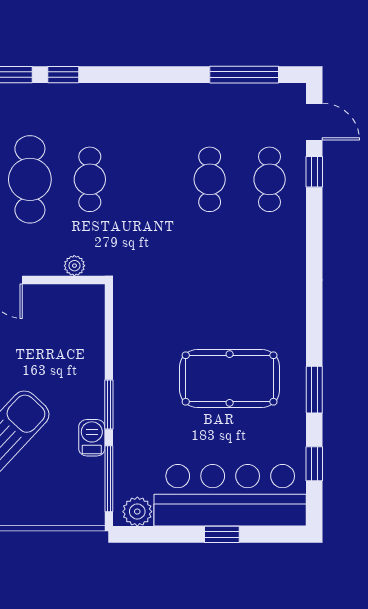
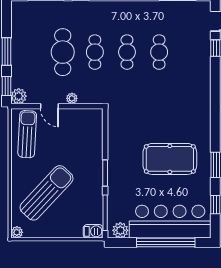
cafe table: (270, 179) -> (127, 52), moved
plant: (74, 266) -> (72, 98), moved
barbecue: (92, 438) -> (93, 231), moved, turned 90
window: (222, 534) -> (166, 243), width x3.17

